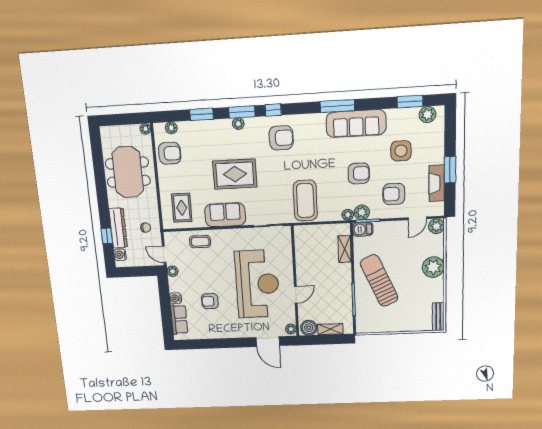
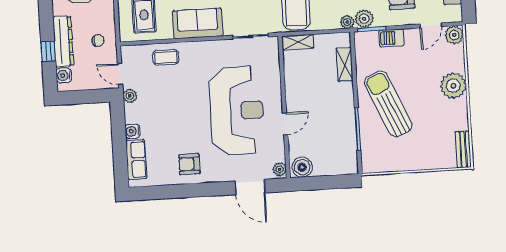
barbecue: (363, 229) -> (392, 38), moved
armchair: (210, 301) -> (189, 164), moved
shelving: (330, 329) -> (298, 42), moved

